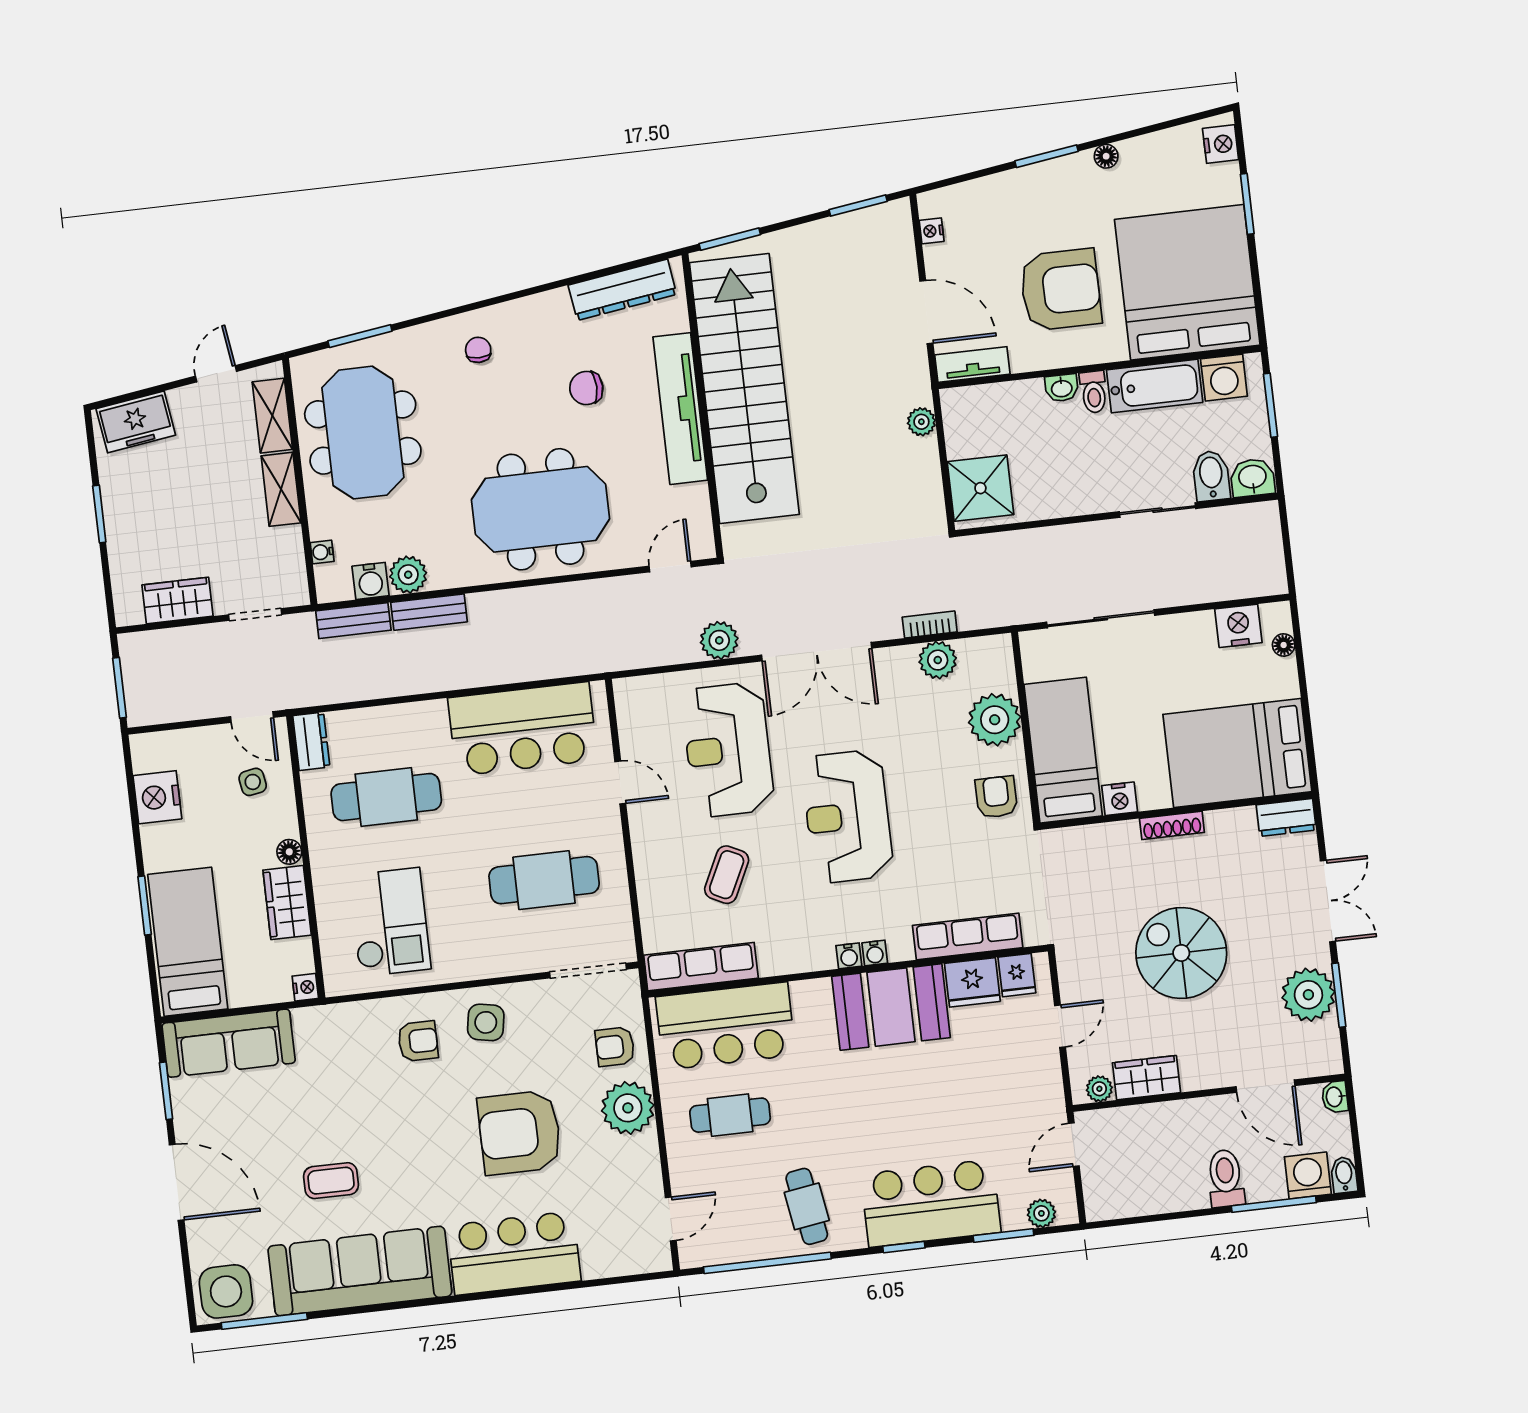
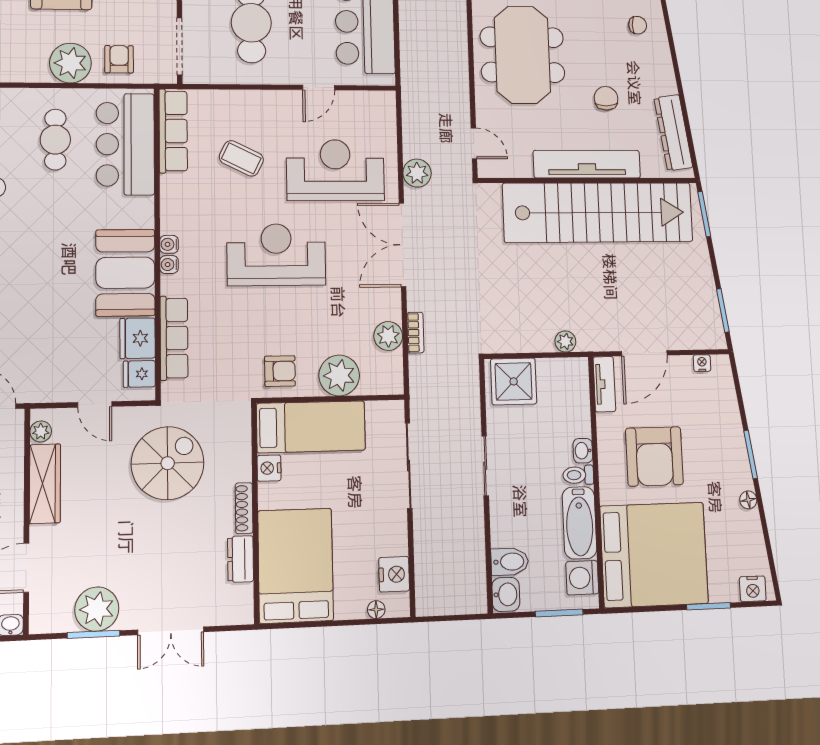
sliding door: (1157, 510) -> (485, 466), moved
dresser: (1286, 817) -> (241, 559), moved
spiral stairs: (1181, 953) -> (168, 463), moved
wardrobe: (1146, 1078) -> (45, 484), width x1.50

